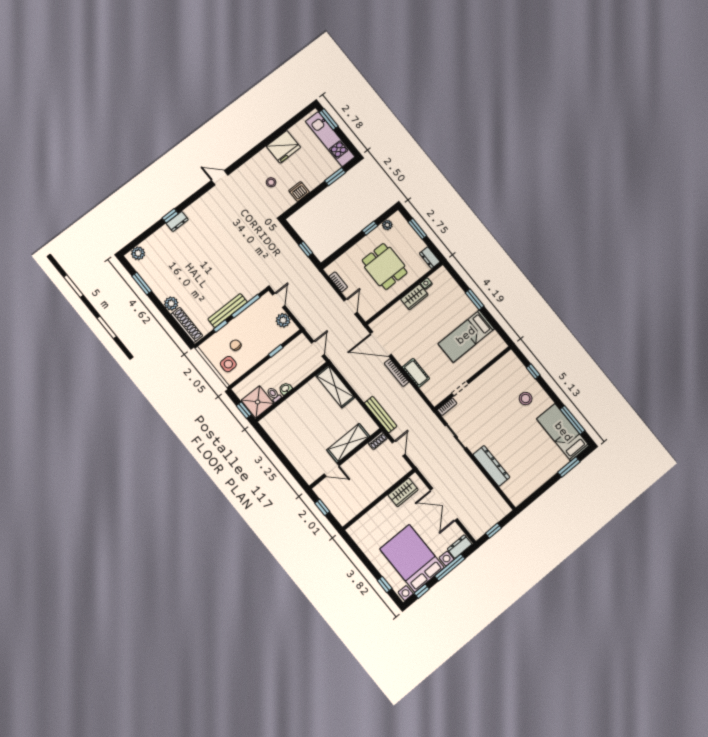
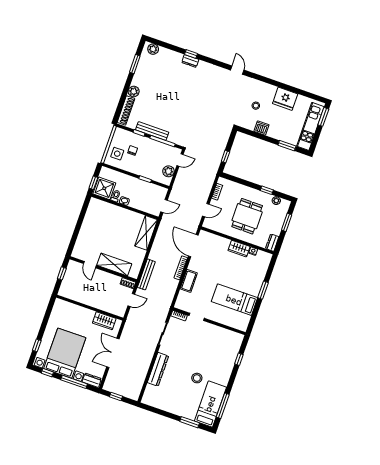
stool: (526, 399) -> (197, 378), moved

